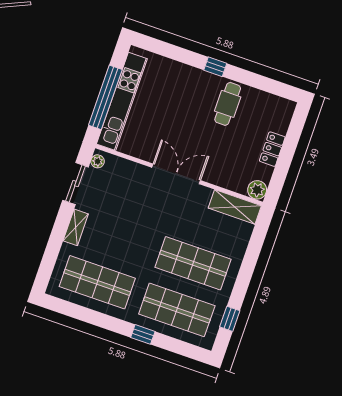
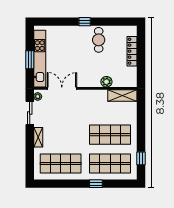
window: (105, 97) -> (30, 60), width x0.47
locker: (272, 149) -> (132, 51), width x1.53
double door: (176, 174) -> (62, 88), moved
plant: (257, 190) -> (106, 82), moved

